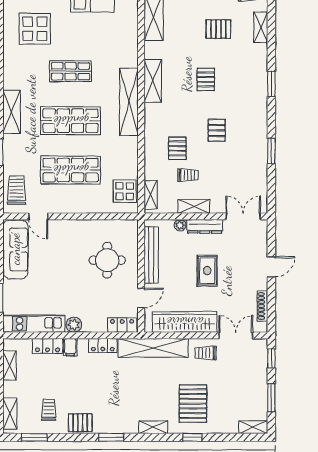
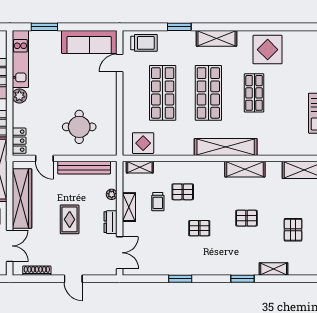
shelving: (261, 27) -> (274, 269), moved
display table: (35, 29) -> (268, 50), moved
dresser: (205, 226) -> (111, 222), width x0.70
rug: (207, 271) -> (70, 219), turned 90

